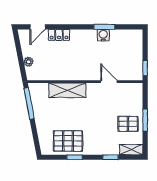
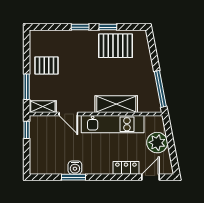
plant: (28, 62) -> (157, 143), width x1.88, depth x1.88
kitchen unit: (71, 73) -> (113, 124), added
window: (145, 120) -> (27, 87), moved
shelving: (131, 150) -> (43, 107), moved
window: (111, 157) -> (80, 27), moved

